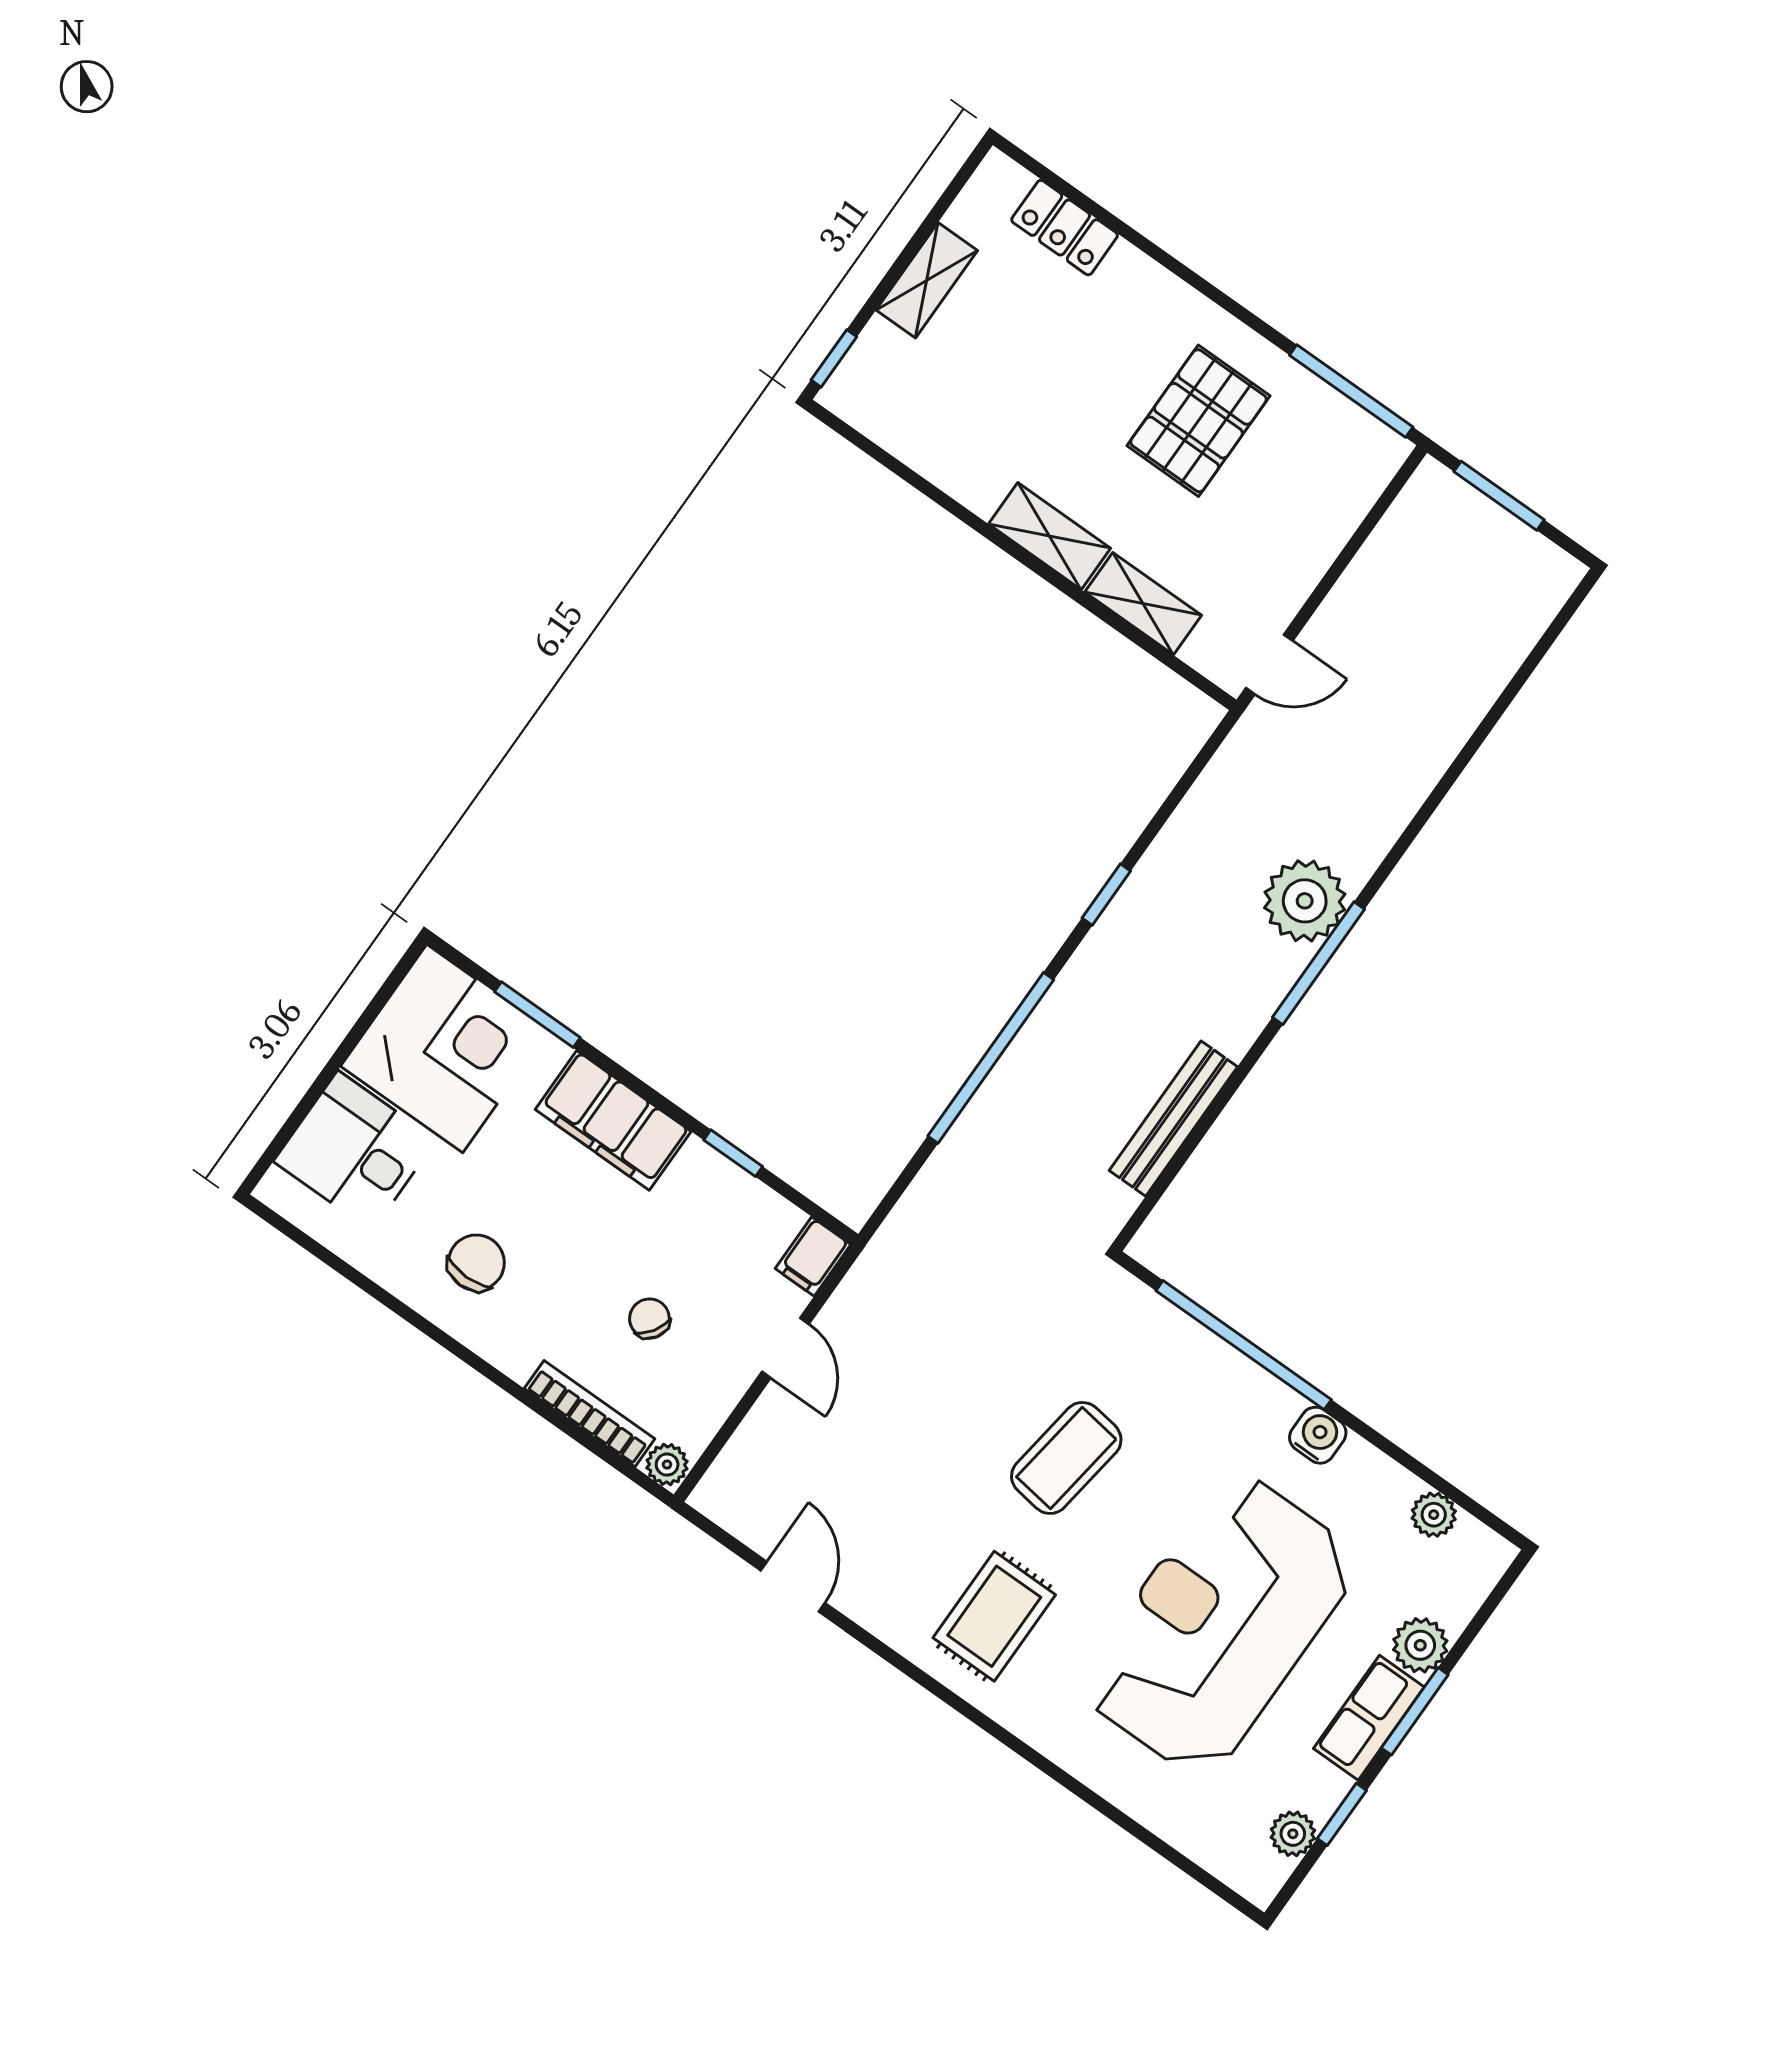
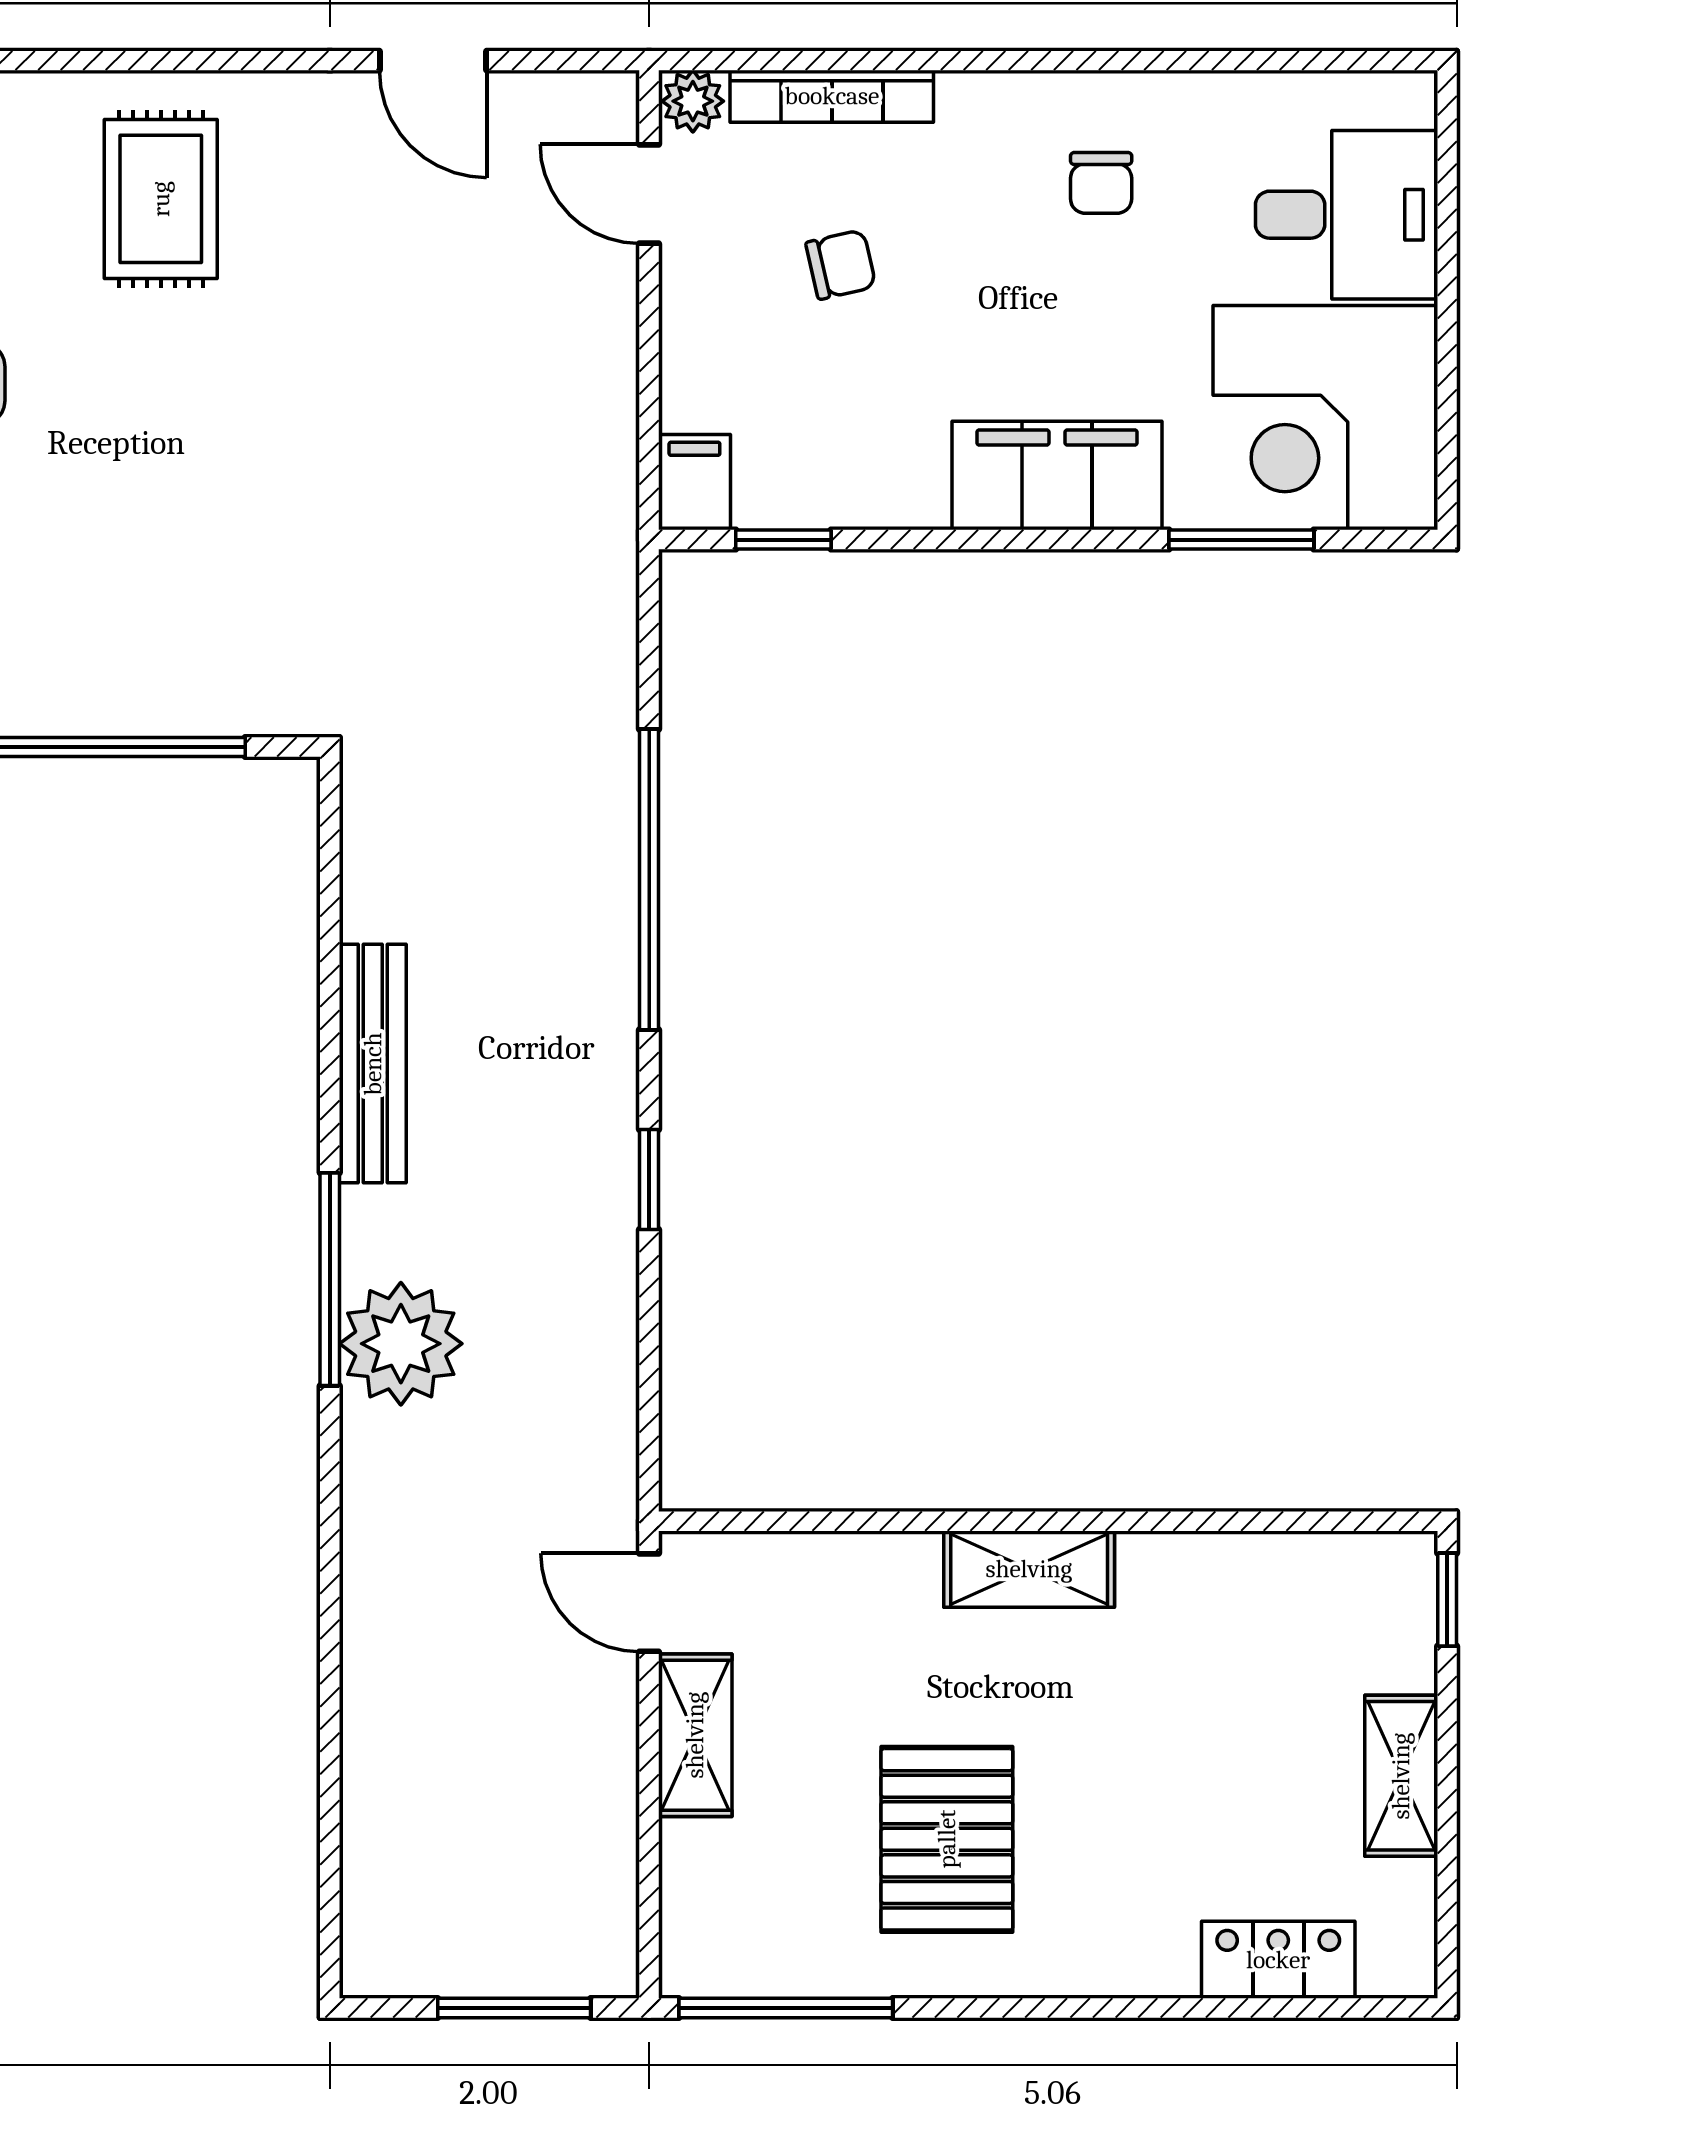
shelving: (1143, 604) -> (695, 1735), moved, turned 90
door: (1269, 664) -> (649, 1603), hinge flipped
bench: (1173, 1119) -> (373, 1064), moved
window: (733, 1153) -> (783, 540), moved
chair: (476, 1263) -> (1101, 183), width x0.73, depth x0.73
chair: (649, 1319) -> (841, 265), turned -46
door: (785, 1348) -> (649, 194), moved
coffee table: (1066, 1458) -> (210, 455), removed

